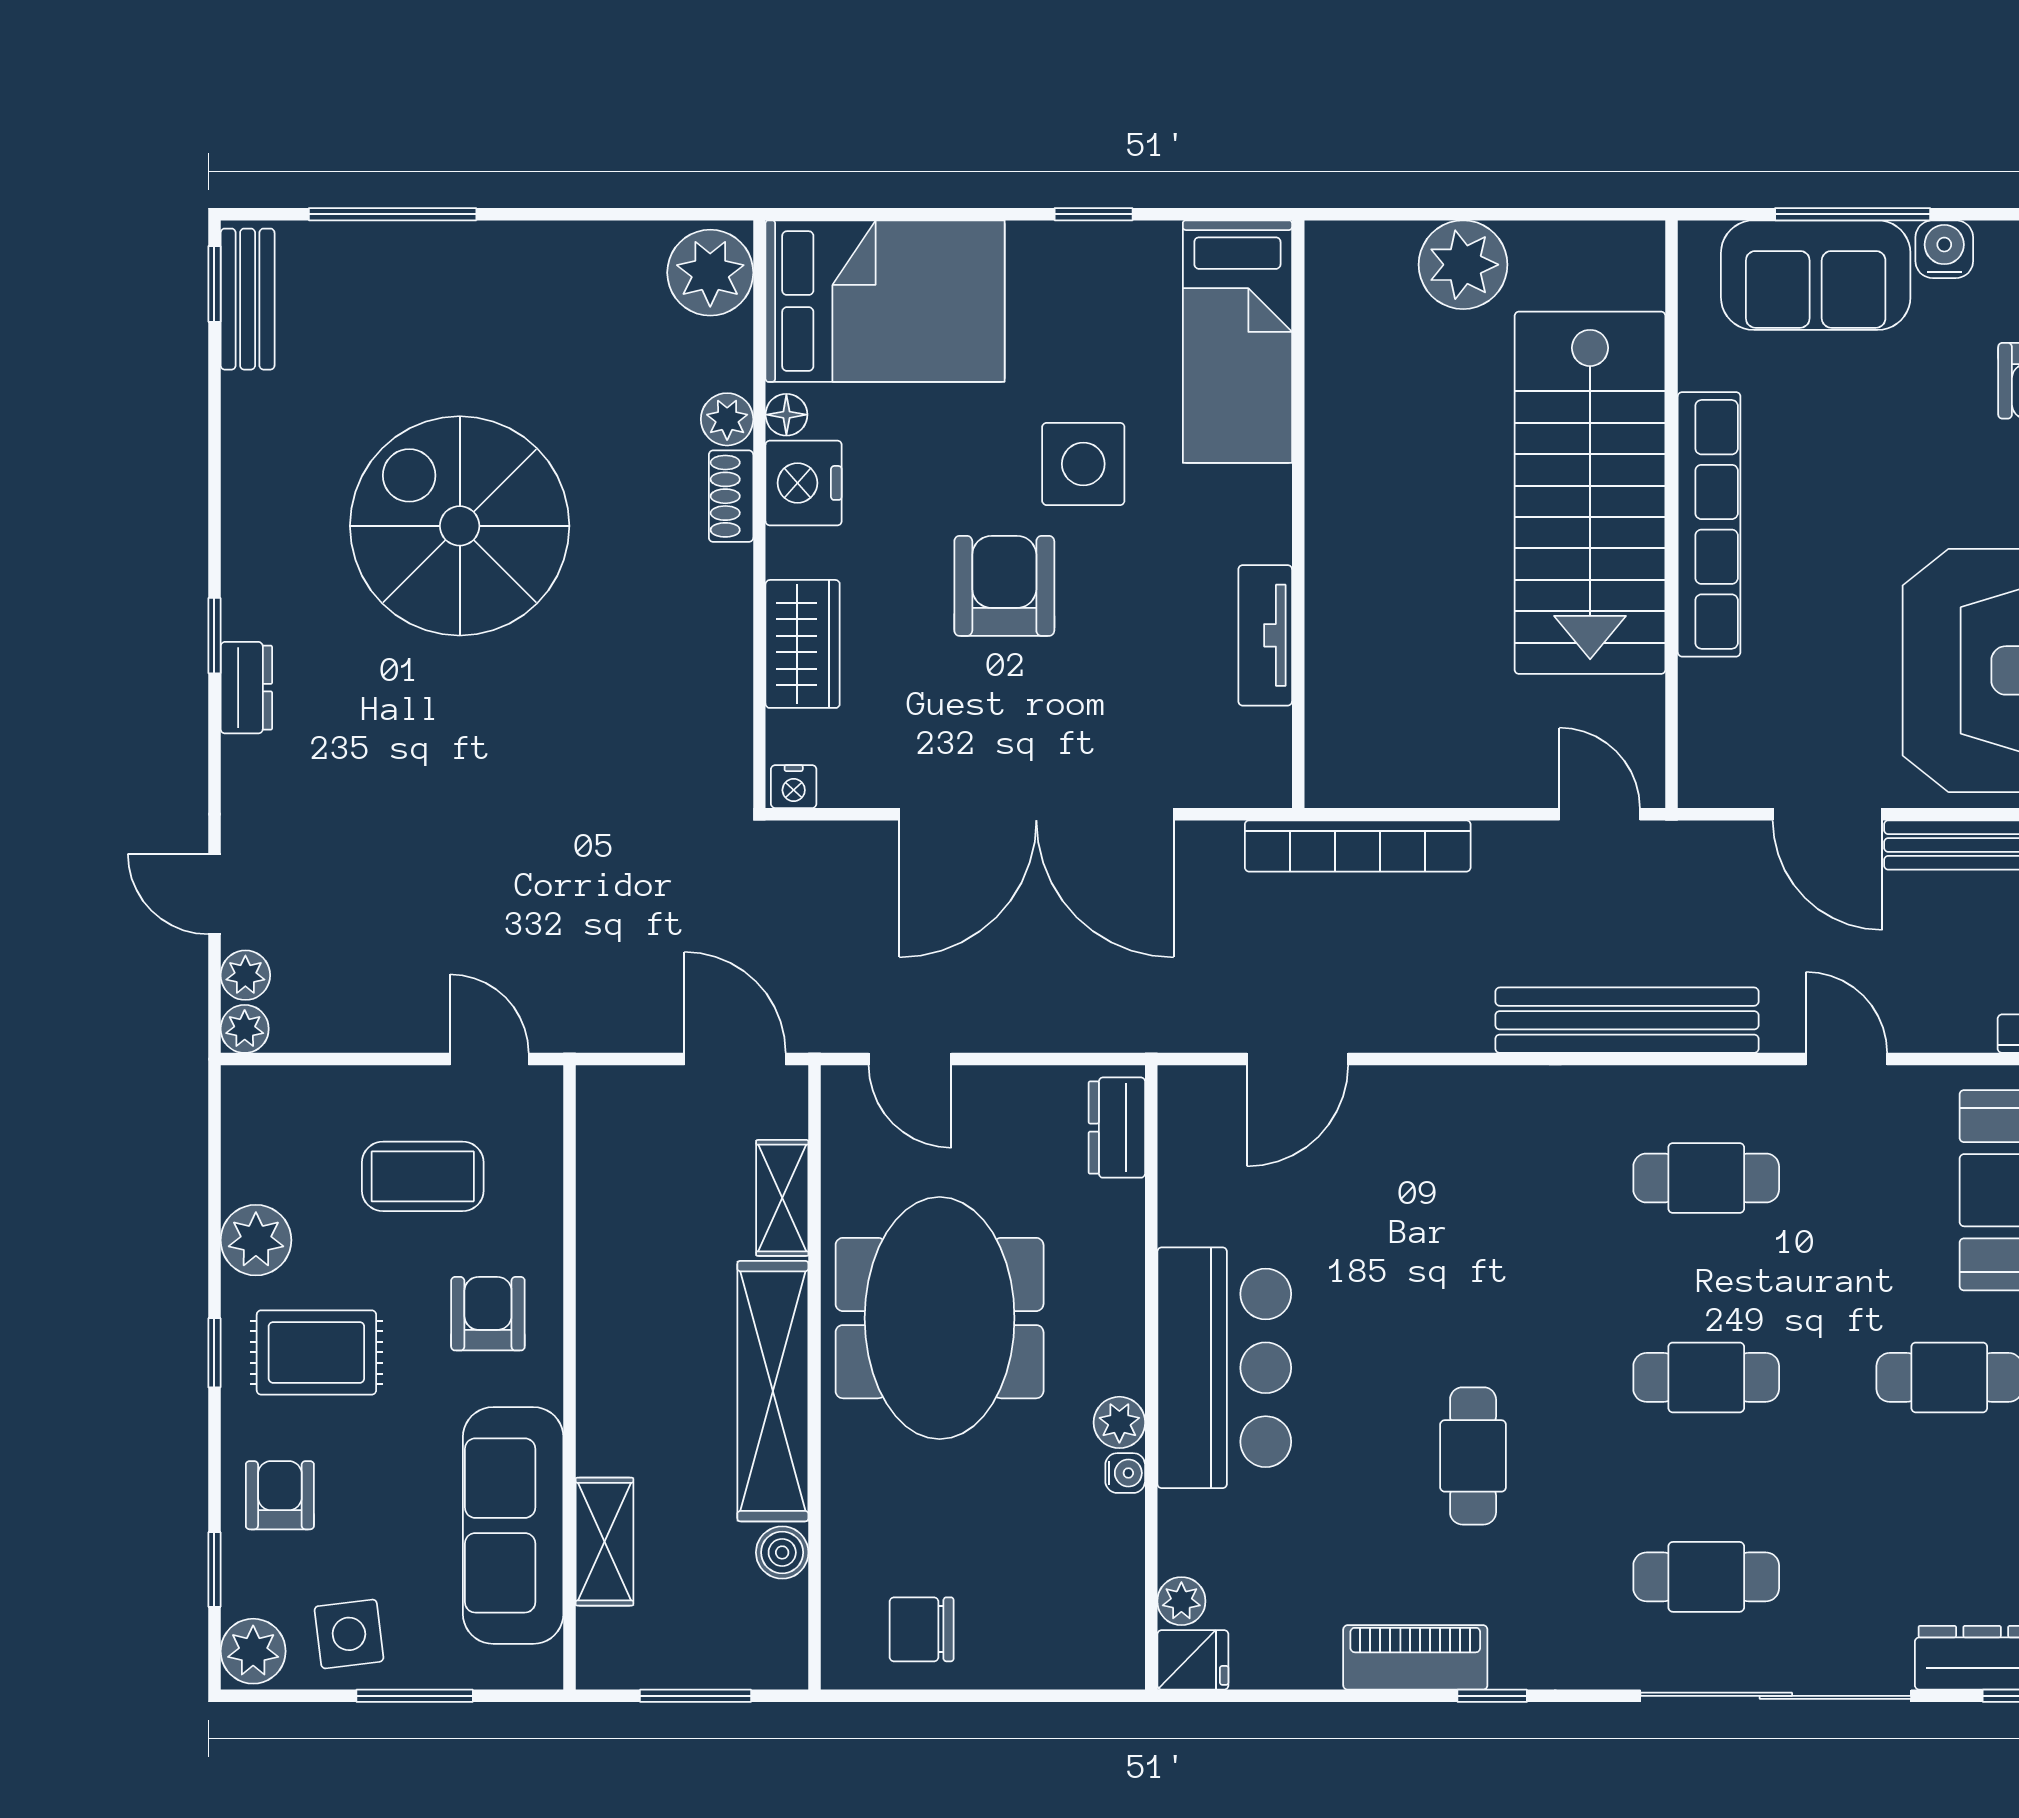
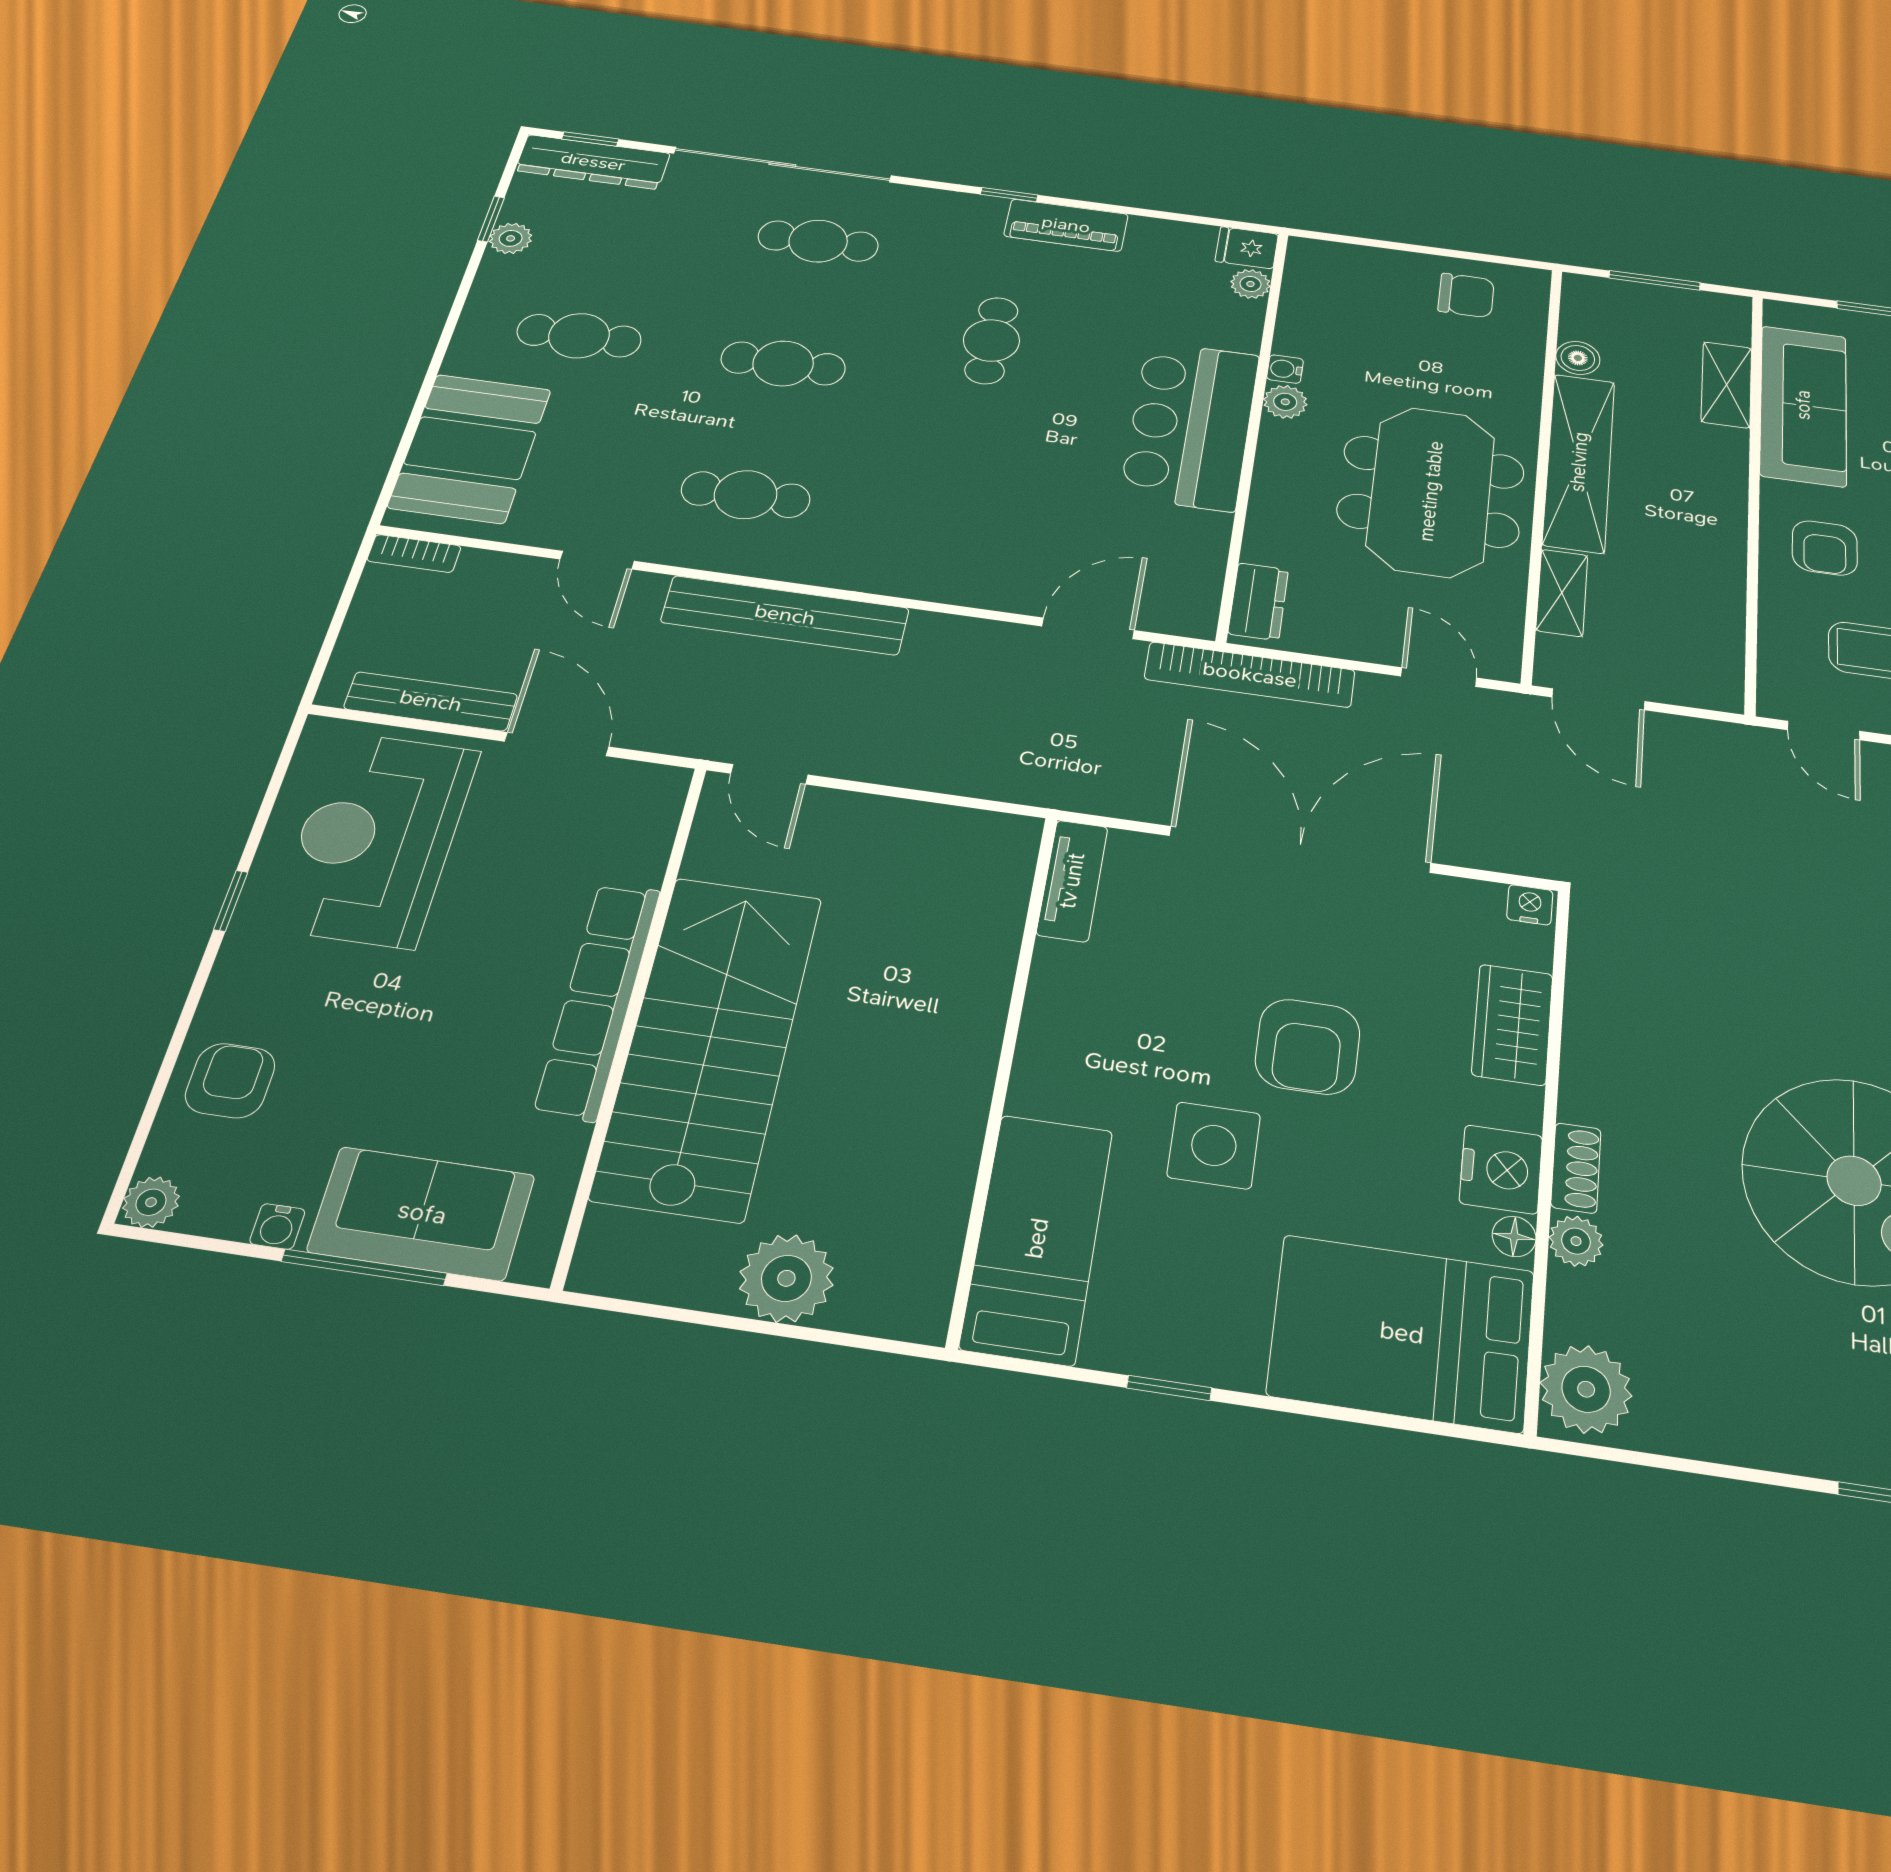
water cooler: (1944, 249) -> (277, 1226), width x0.72, depth x0.72
tv unit: (1265, 635) -> (1072, 881), moved
bookcase: (1358, 846) -> (1250, 675), moved, turned 180

